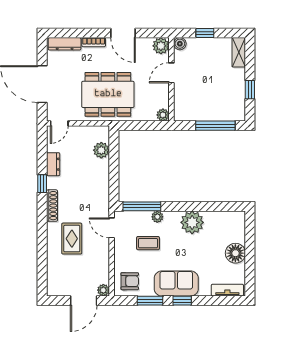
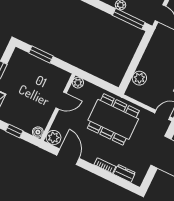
door: (123, 33) -> (68, 157), moved
dresser: (65, 44) -> (124, 173), width x0.70
door: (171, 73) -> (61, 101), moved
window: (215, 126) -> (41, 55), width x0.69

